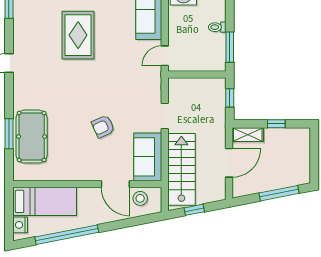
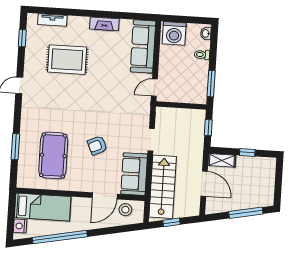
toilet: (217, 27) -> (202, 55), moved
rug: (78, 35) -> (67, 60), moved, turned 90
pool table: (32, 137) -> (53, 155), moved
door: (229, 163) -> (204, 184), hinge flipped
door: (115, 184) -> (105, 196), hinge flipped

